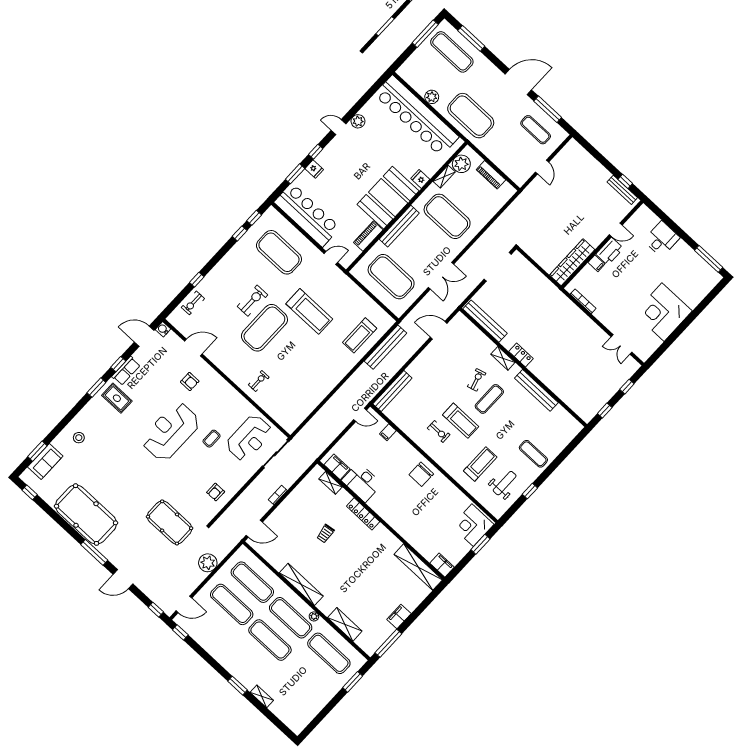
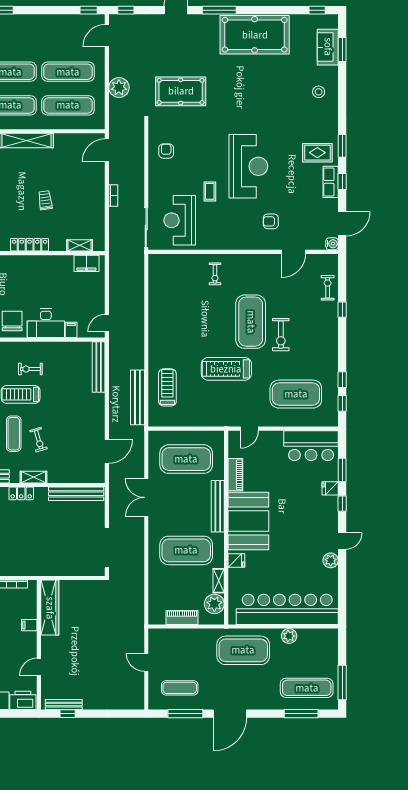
bar counter: (307, 215) -> (311, 446), width x0.73
printer: (610, 251) -> (23, 700), moved, turned 90
desk: (362, 482) -> (46, 323), moved, turned 180

